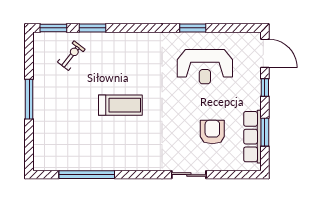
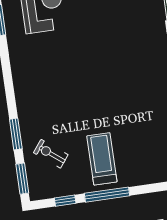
window: (29, 62) -> (65, 201), added
treadmill: (120, 105) -> (102, 159), moved

